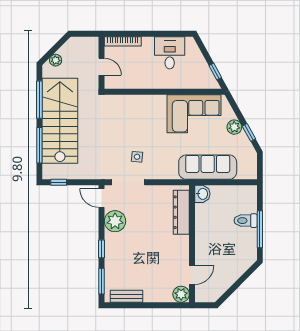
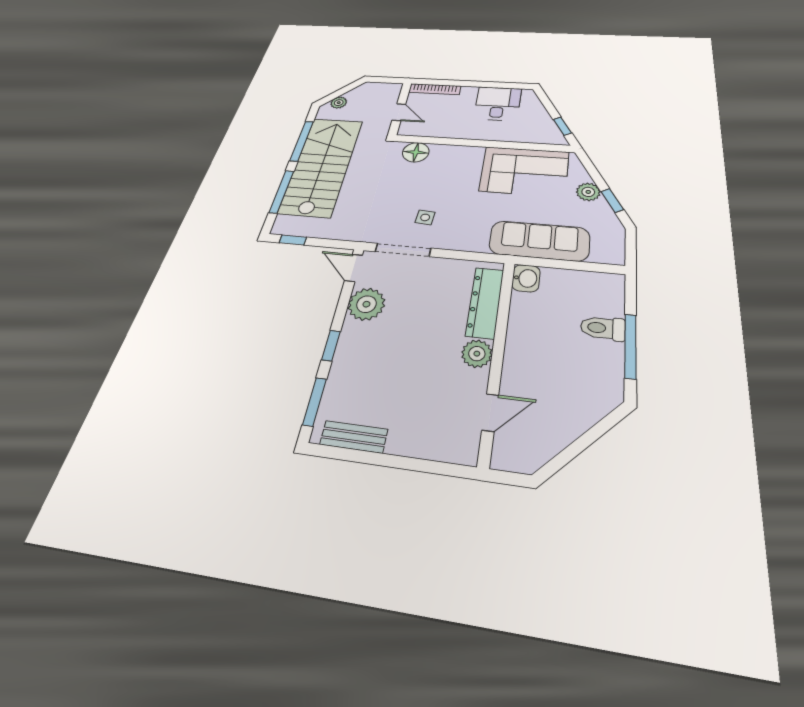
floor lamp: (121, 103) -> (416, 152), added
plant: (181, 294) -> (477, 354), moved

